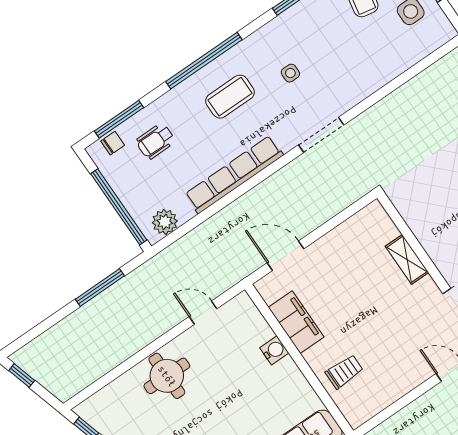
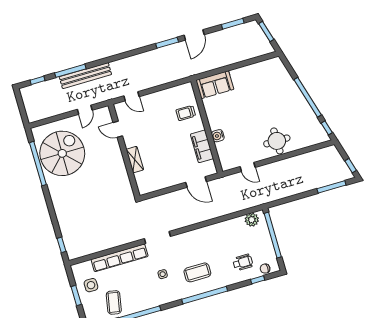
window: (119, 119) -> (258, 280), width x0.46
row of seats: (234, 175) -> (120, 258), moved
window: (100, 288) -> (331, 187), moved

